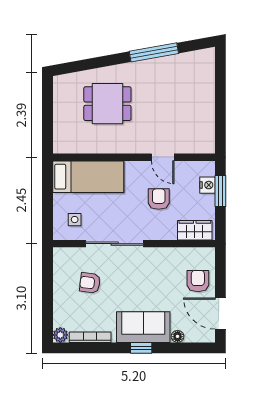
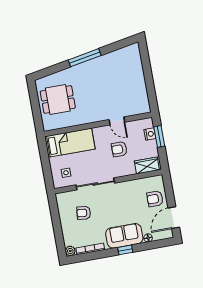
window: (154, 52) -> (85, 58), moved
dining table: (107, 104) -> (58, 100), moved
armchair: (159, 199) -> (119, 149), turned -90
armchair: (198, 281) -> (155, 199), turned -90
door: (220, 313) -> (174, 218), hinge flipped

